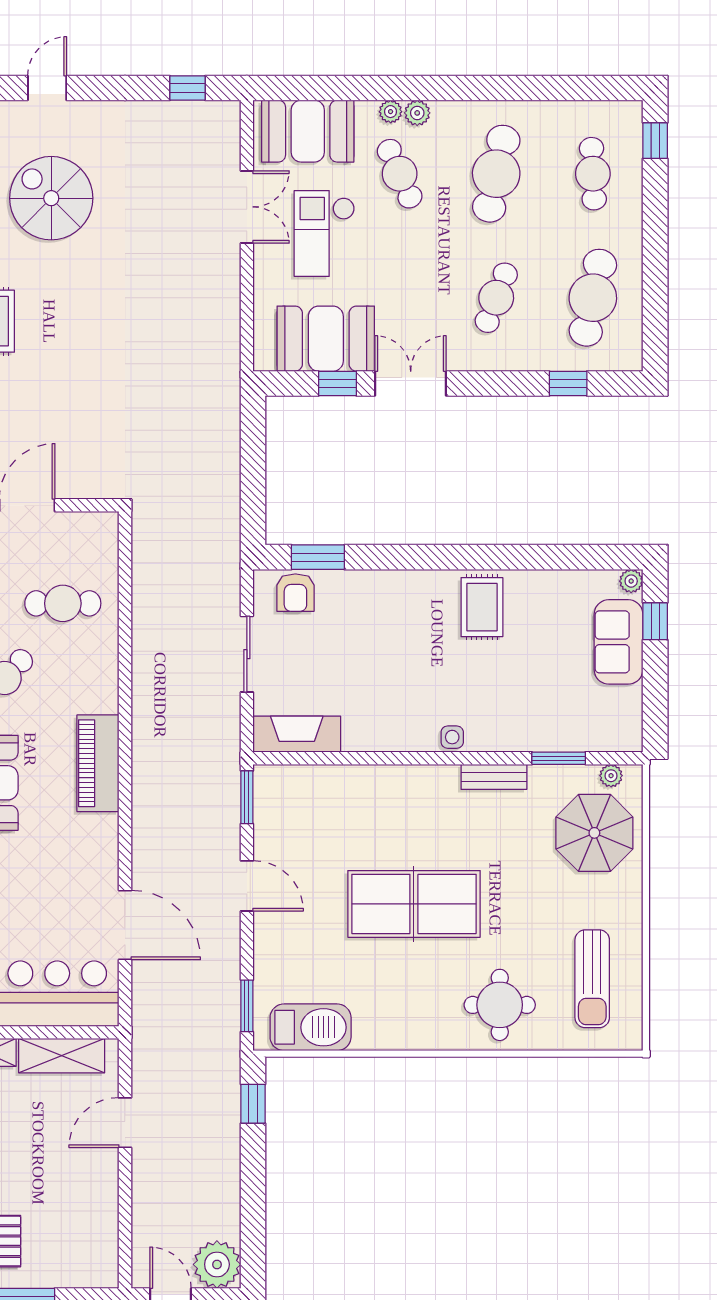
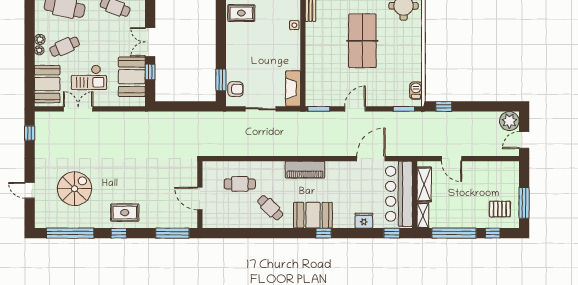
spiral stairs: (51, 198) -> (75, 189), turned 180
cafe table: (63, 603) -> (240, 184), turned 90
barbecue: (311, 1027) -> (416, 91), width x0.53, depth x0.65

